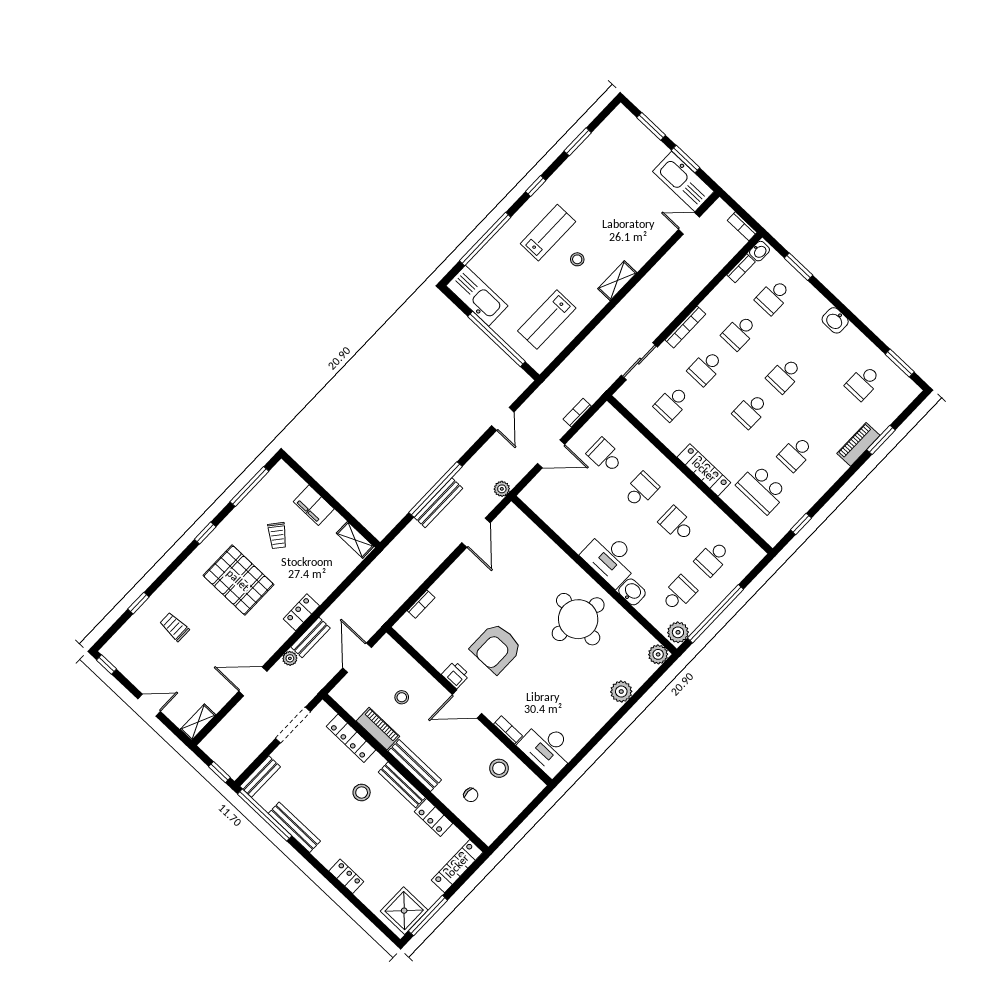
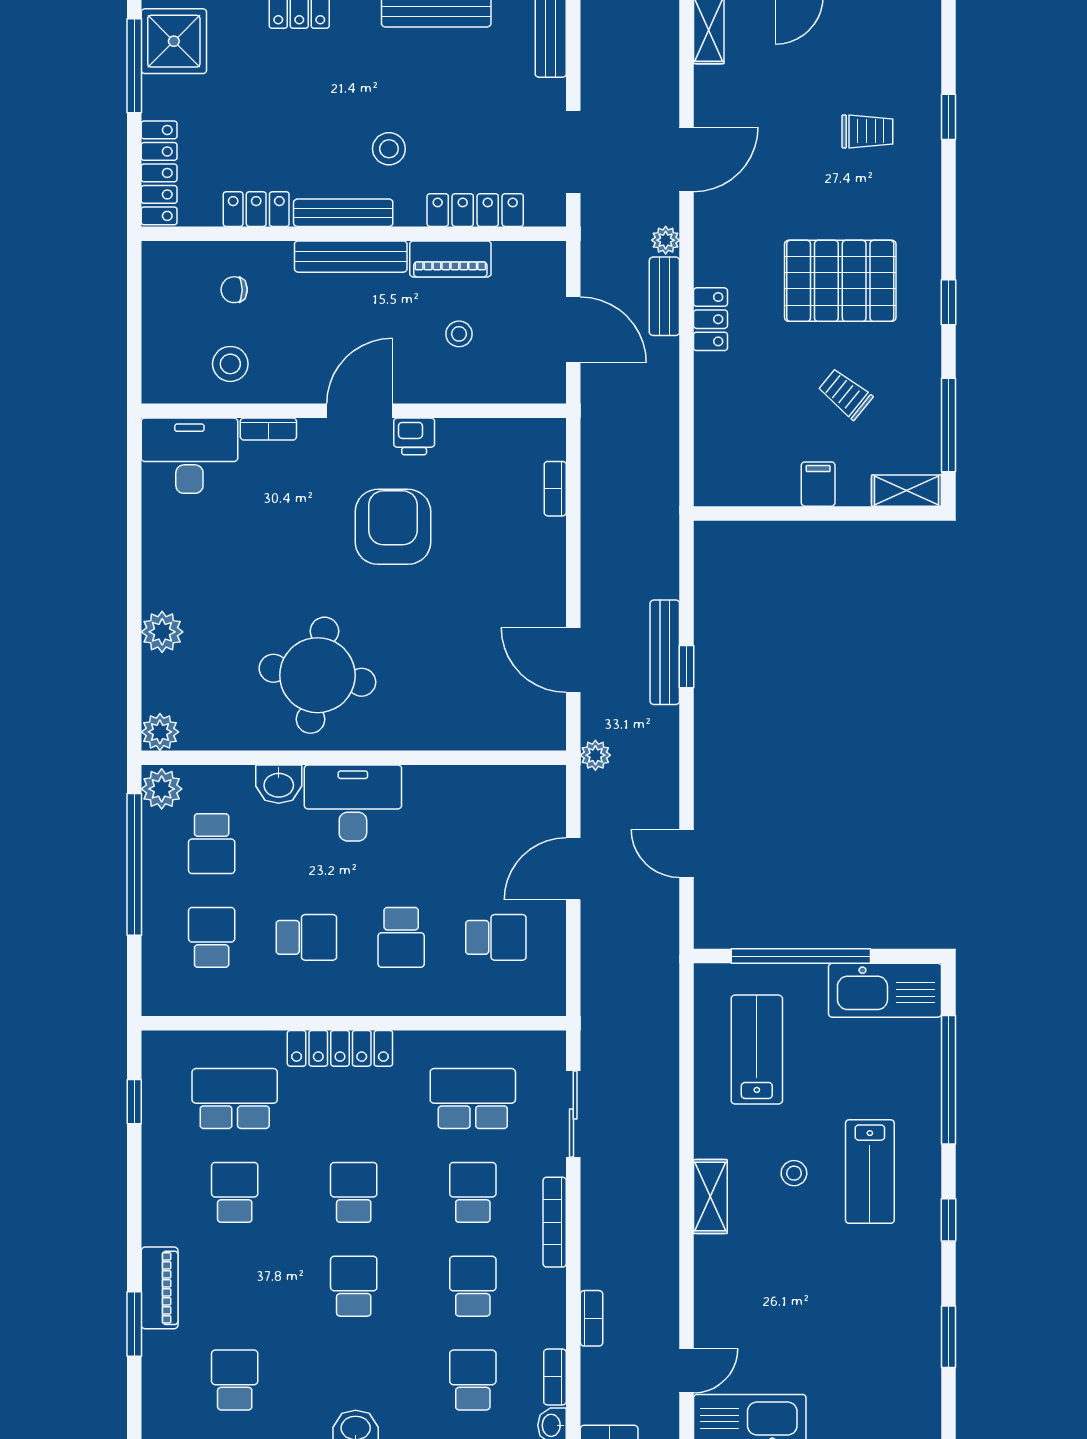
school desk: (672, 403) -> (473, 1099), width x1.85
bookcase: (577, 413) -> (591, 1318), moved
window: (435, 490) -> (687, 667), width x0.32
filing cabinet: (314, 505) -> (818, 484), width x0.50
shelving: (355, 540) -> (907, 491), moved

